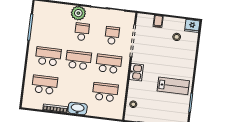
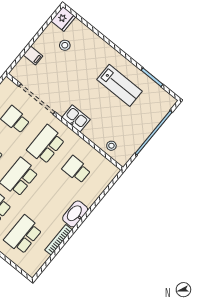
lab bench: (173, 86) -> (120, 85), turned 90
school desk: (105, 92) -> (76, 170), width x0.54

